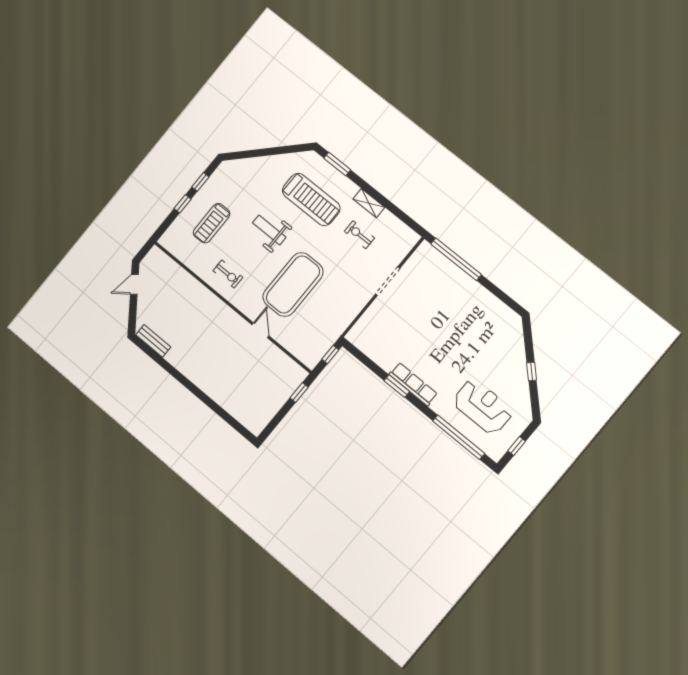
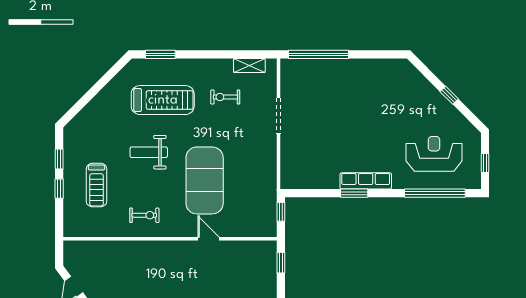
shelving: (369, 203) -> (249, 66), moved

